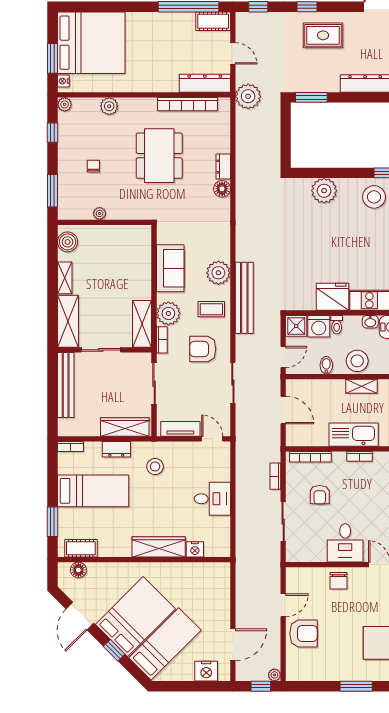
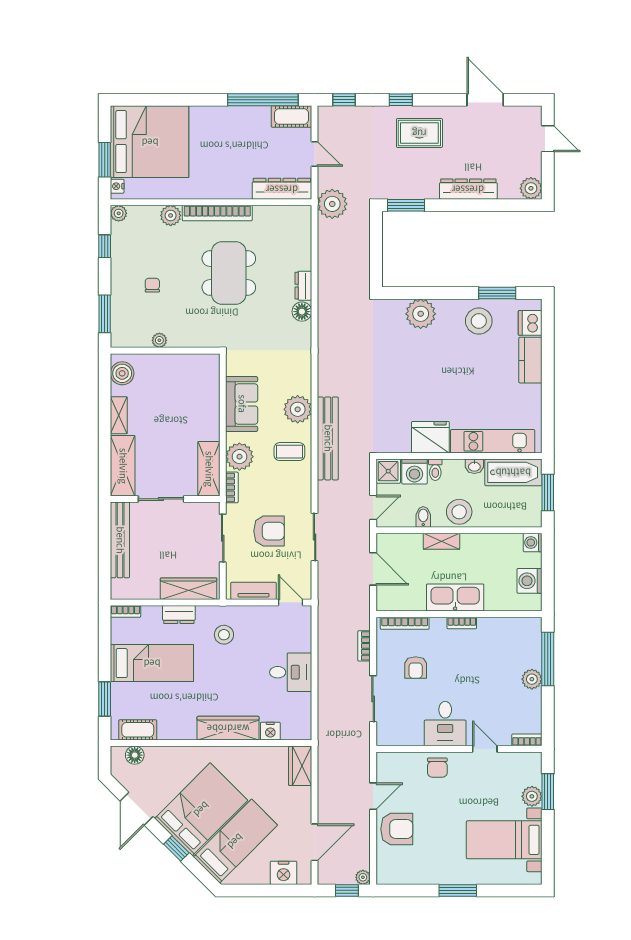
bookcase: (187, 104) -> (217, 213), moved
armchair: (203, 349) -> (269, 531), moved, turned 180
shelving: (361, 386) -> (442, 541), moved
wardrobe: (220, 579) -> (300, 766), added

